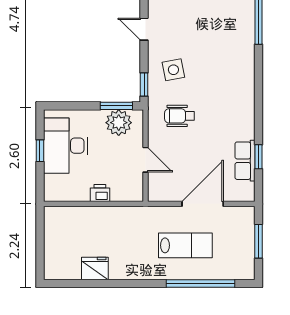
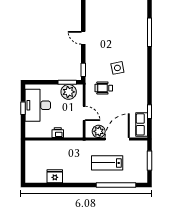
side table: (173, 70) -> (117, 68), moved
row of seats: (245, 161) -> (142, 124), moved
plant: (171, 191) -> (99, 131), added
lab bench: (185, 245) -> (107, 163), turned 180

